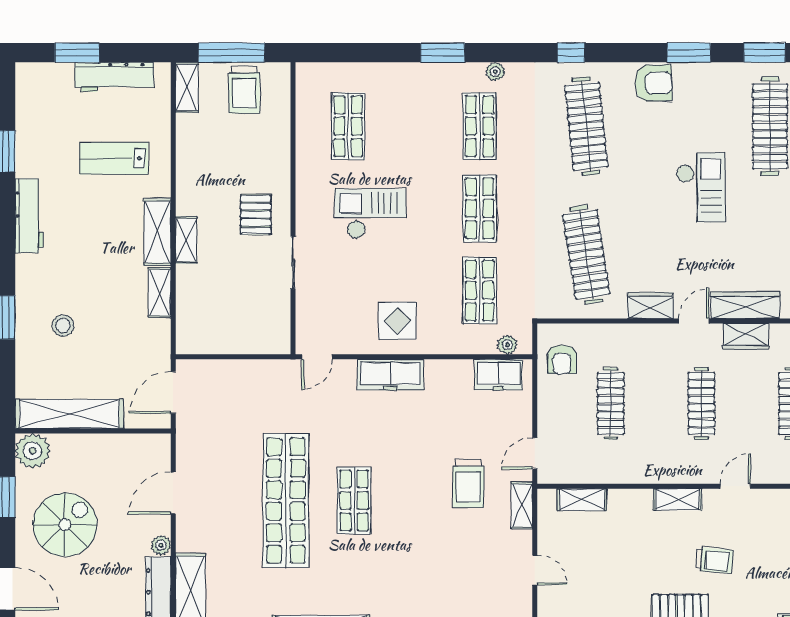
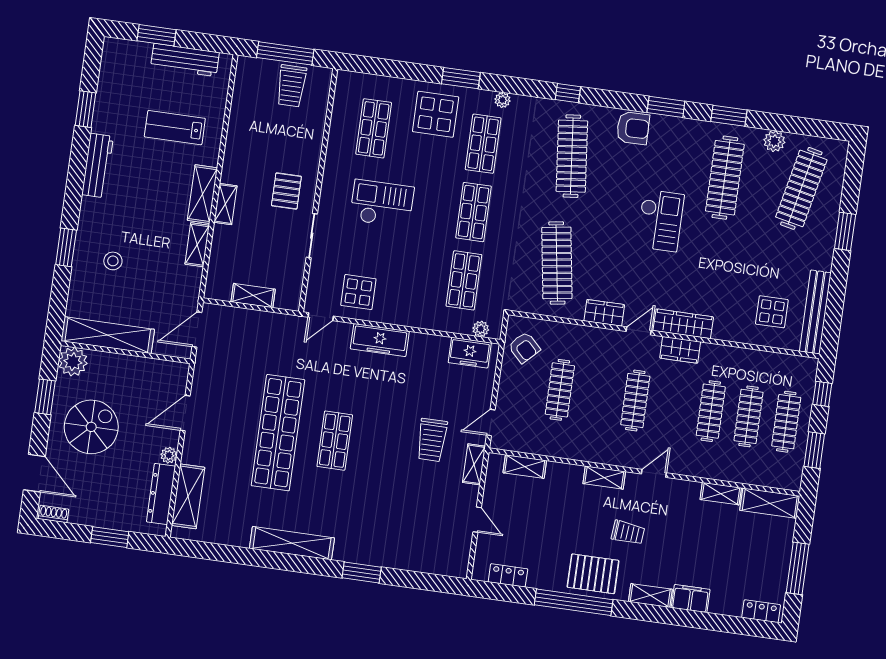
shelving: (187, 87) -> (253, 296), moved, turned 90
display table: (419, 99) -> (436, 114), added
display table: (397, 321) -> (358, 292), moved
armchair: (562, 359) -> (524, 348), turned -45

